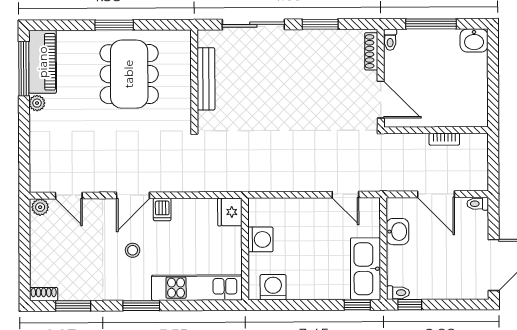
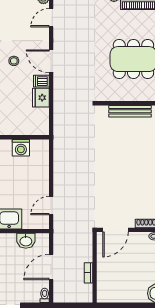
fridge: (230, 212) -> (41, 98), moved, turned -90

